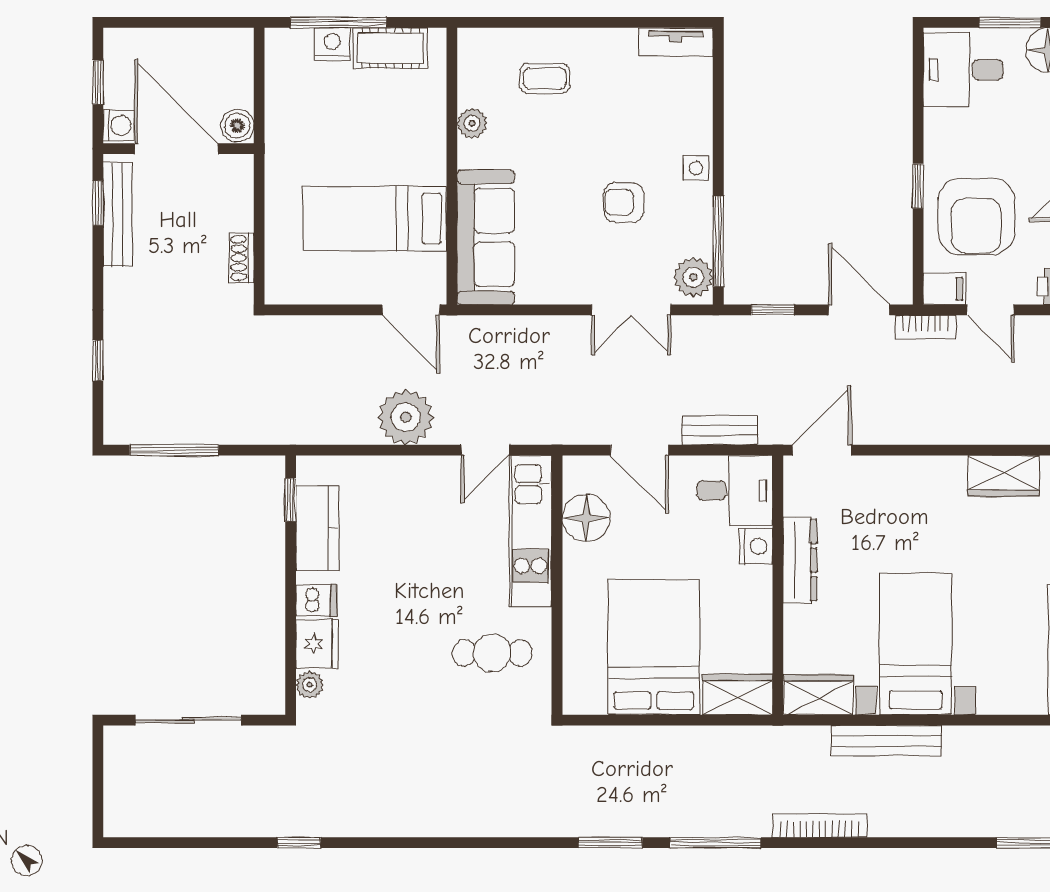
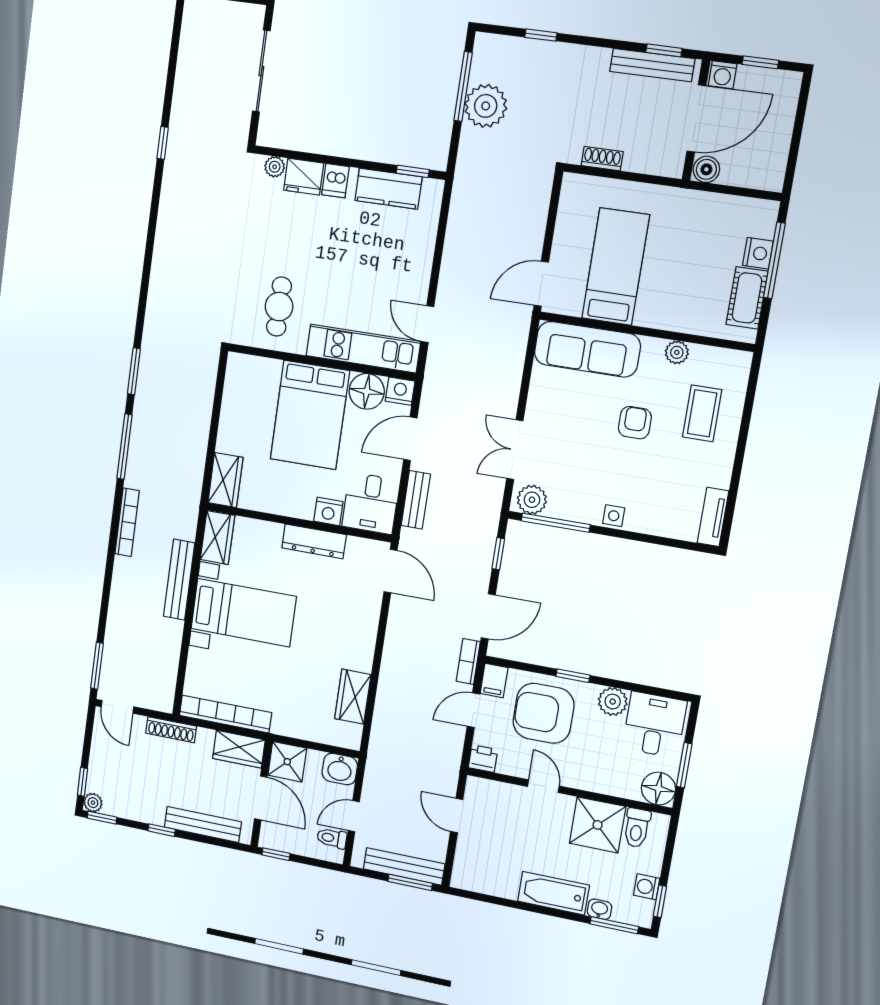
coffee table: (545, 78) -> (702, 413), width x1.36, depth x1.30
plant: (943, 129) -> (613, 702), added
armchair: (624, 202) -> (635, 423), moved
plant: (406, 417) -> (486, 106), moved
nightstand: (579, 473) -> (400, 391), added
bed: (654, 647) -> (310, 415), moved, turned 90

